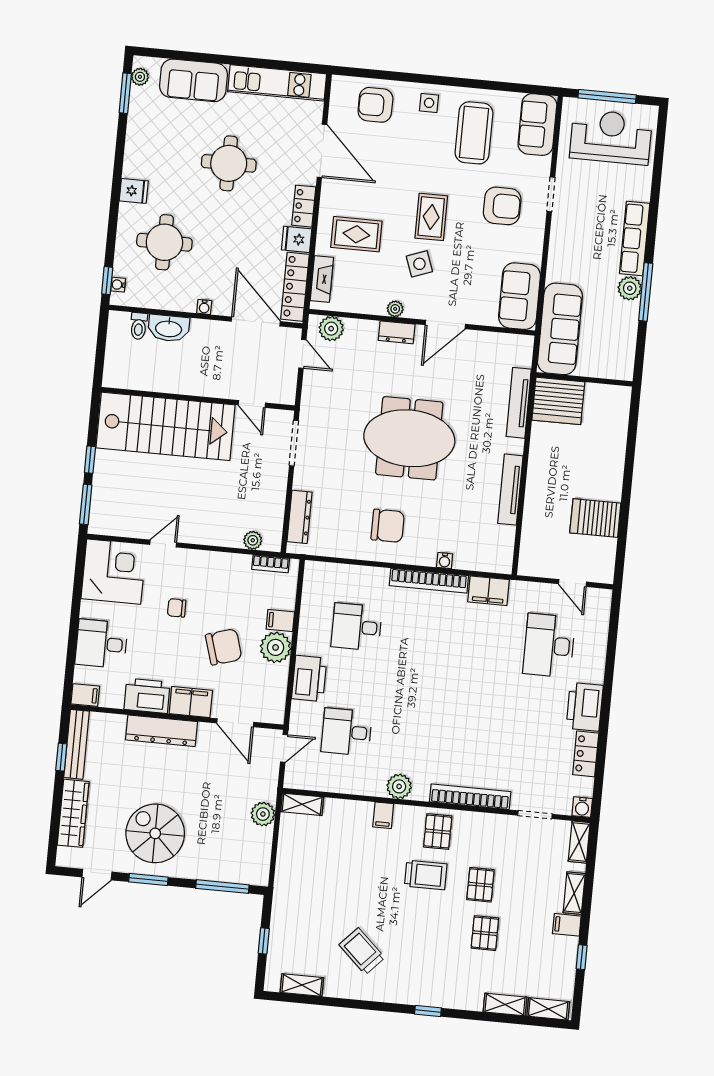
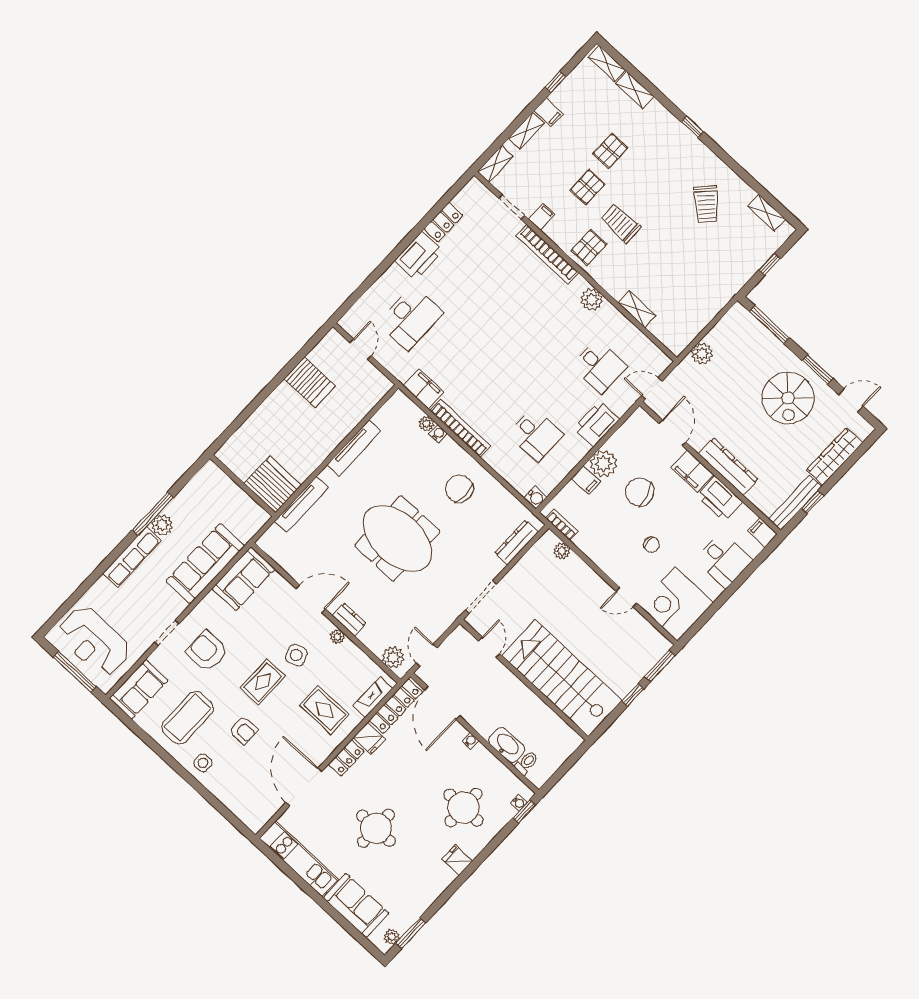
armchair: (375, 105) -> (243, 730), moved, width x0.72, depth x0.72
sofa: (560, 329) -> (205, 564), moved
plant: (462, 561) -> (426, 424), added
shelving: (302, 804) -> (637, 309), moved
water cooler: (582, 807) -> (535, 497), moved, turned 90
filing cabinet: (383, 815) -> (542, 217), moved

